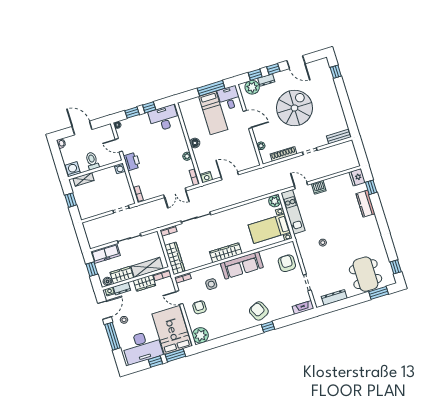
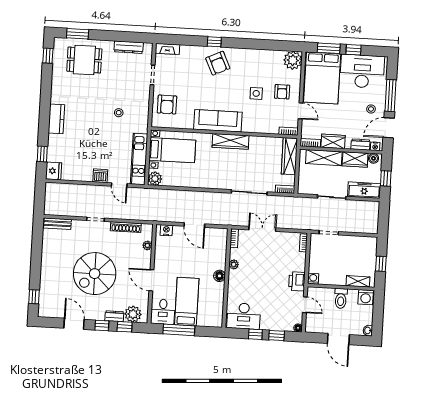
nightstand: (207, 177) -> (166, 230), moved
kitchen counter: (366, 204) -> (56, 119), moved
dining table: (365, 274) -> (84, 60), width x0.73
side table: (211, 284) -> (256, 93), moved

